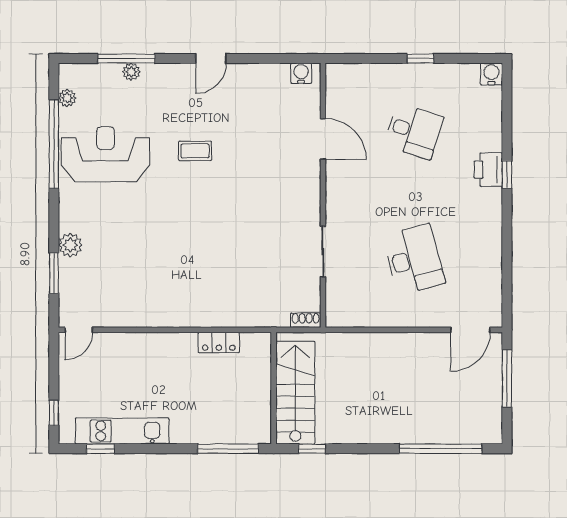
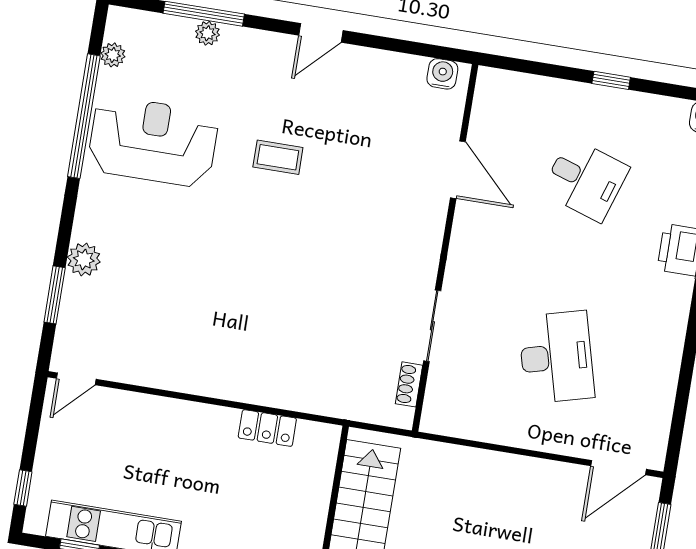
shoe rack: (306, 320) -> (409, 384), moved, turned -90

